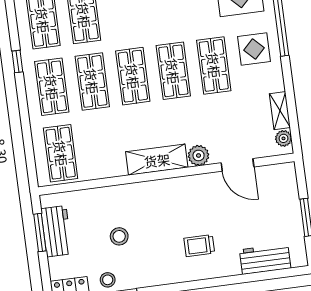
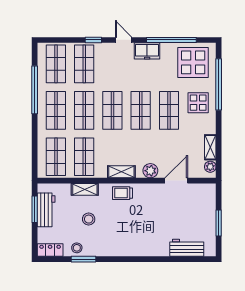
window: (17, 62) -> (35, 90), width x3.17
shop shelf: (101, 148) -> (84, 157), added
shelving: (157, 160) -> (121, 172), width x0.67, depth x0.75
door: (237, 165) -> (176, 181), swing flipped
shelving: (108, 195) -> (85, 189), added
trolley: (199, 246) -> (122, 193), moved

